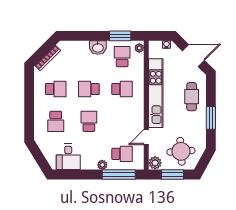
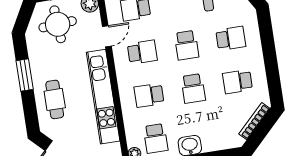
school desk: (89, 89) -> (193, 88), turned 90
school desk: (56, 121) -> (231, 38), turned 90
school desk: (122, 121) -> (142, 52), added

